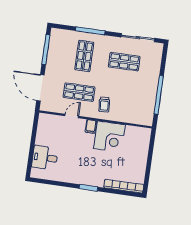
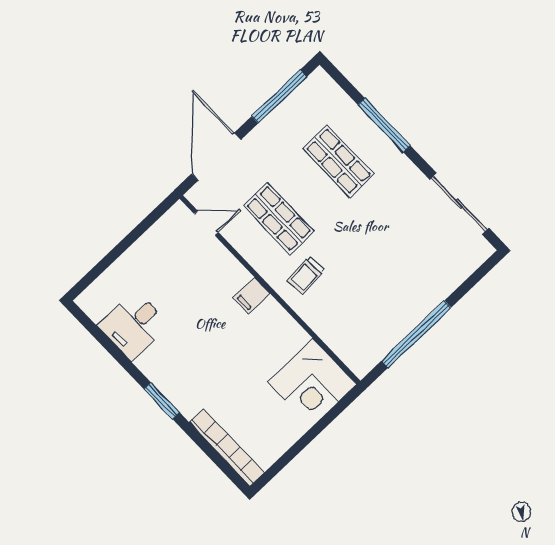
shop shelf: (84, 56) -> (338, 161), turned 90
shop shelf: (124, 62) -> (401, 227), removed
door: (72, 116) -> (206, 223), moved
corner desk: (109, 137) -> (312, 383), moved
desk: (45, 158) -> (134, 325), moved, turned -90

